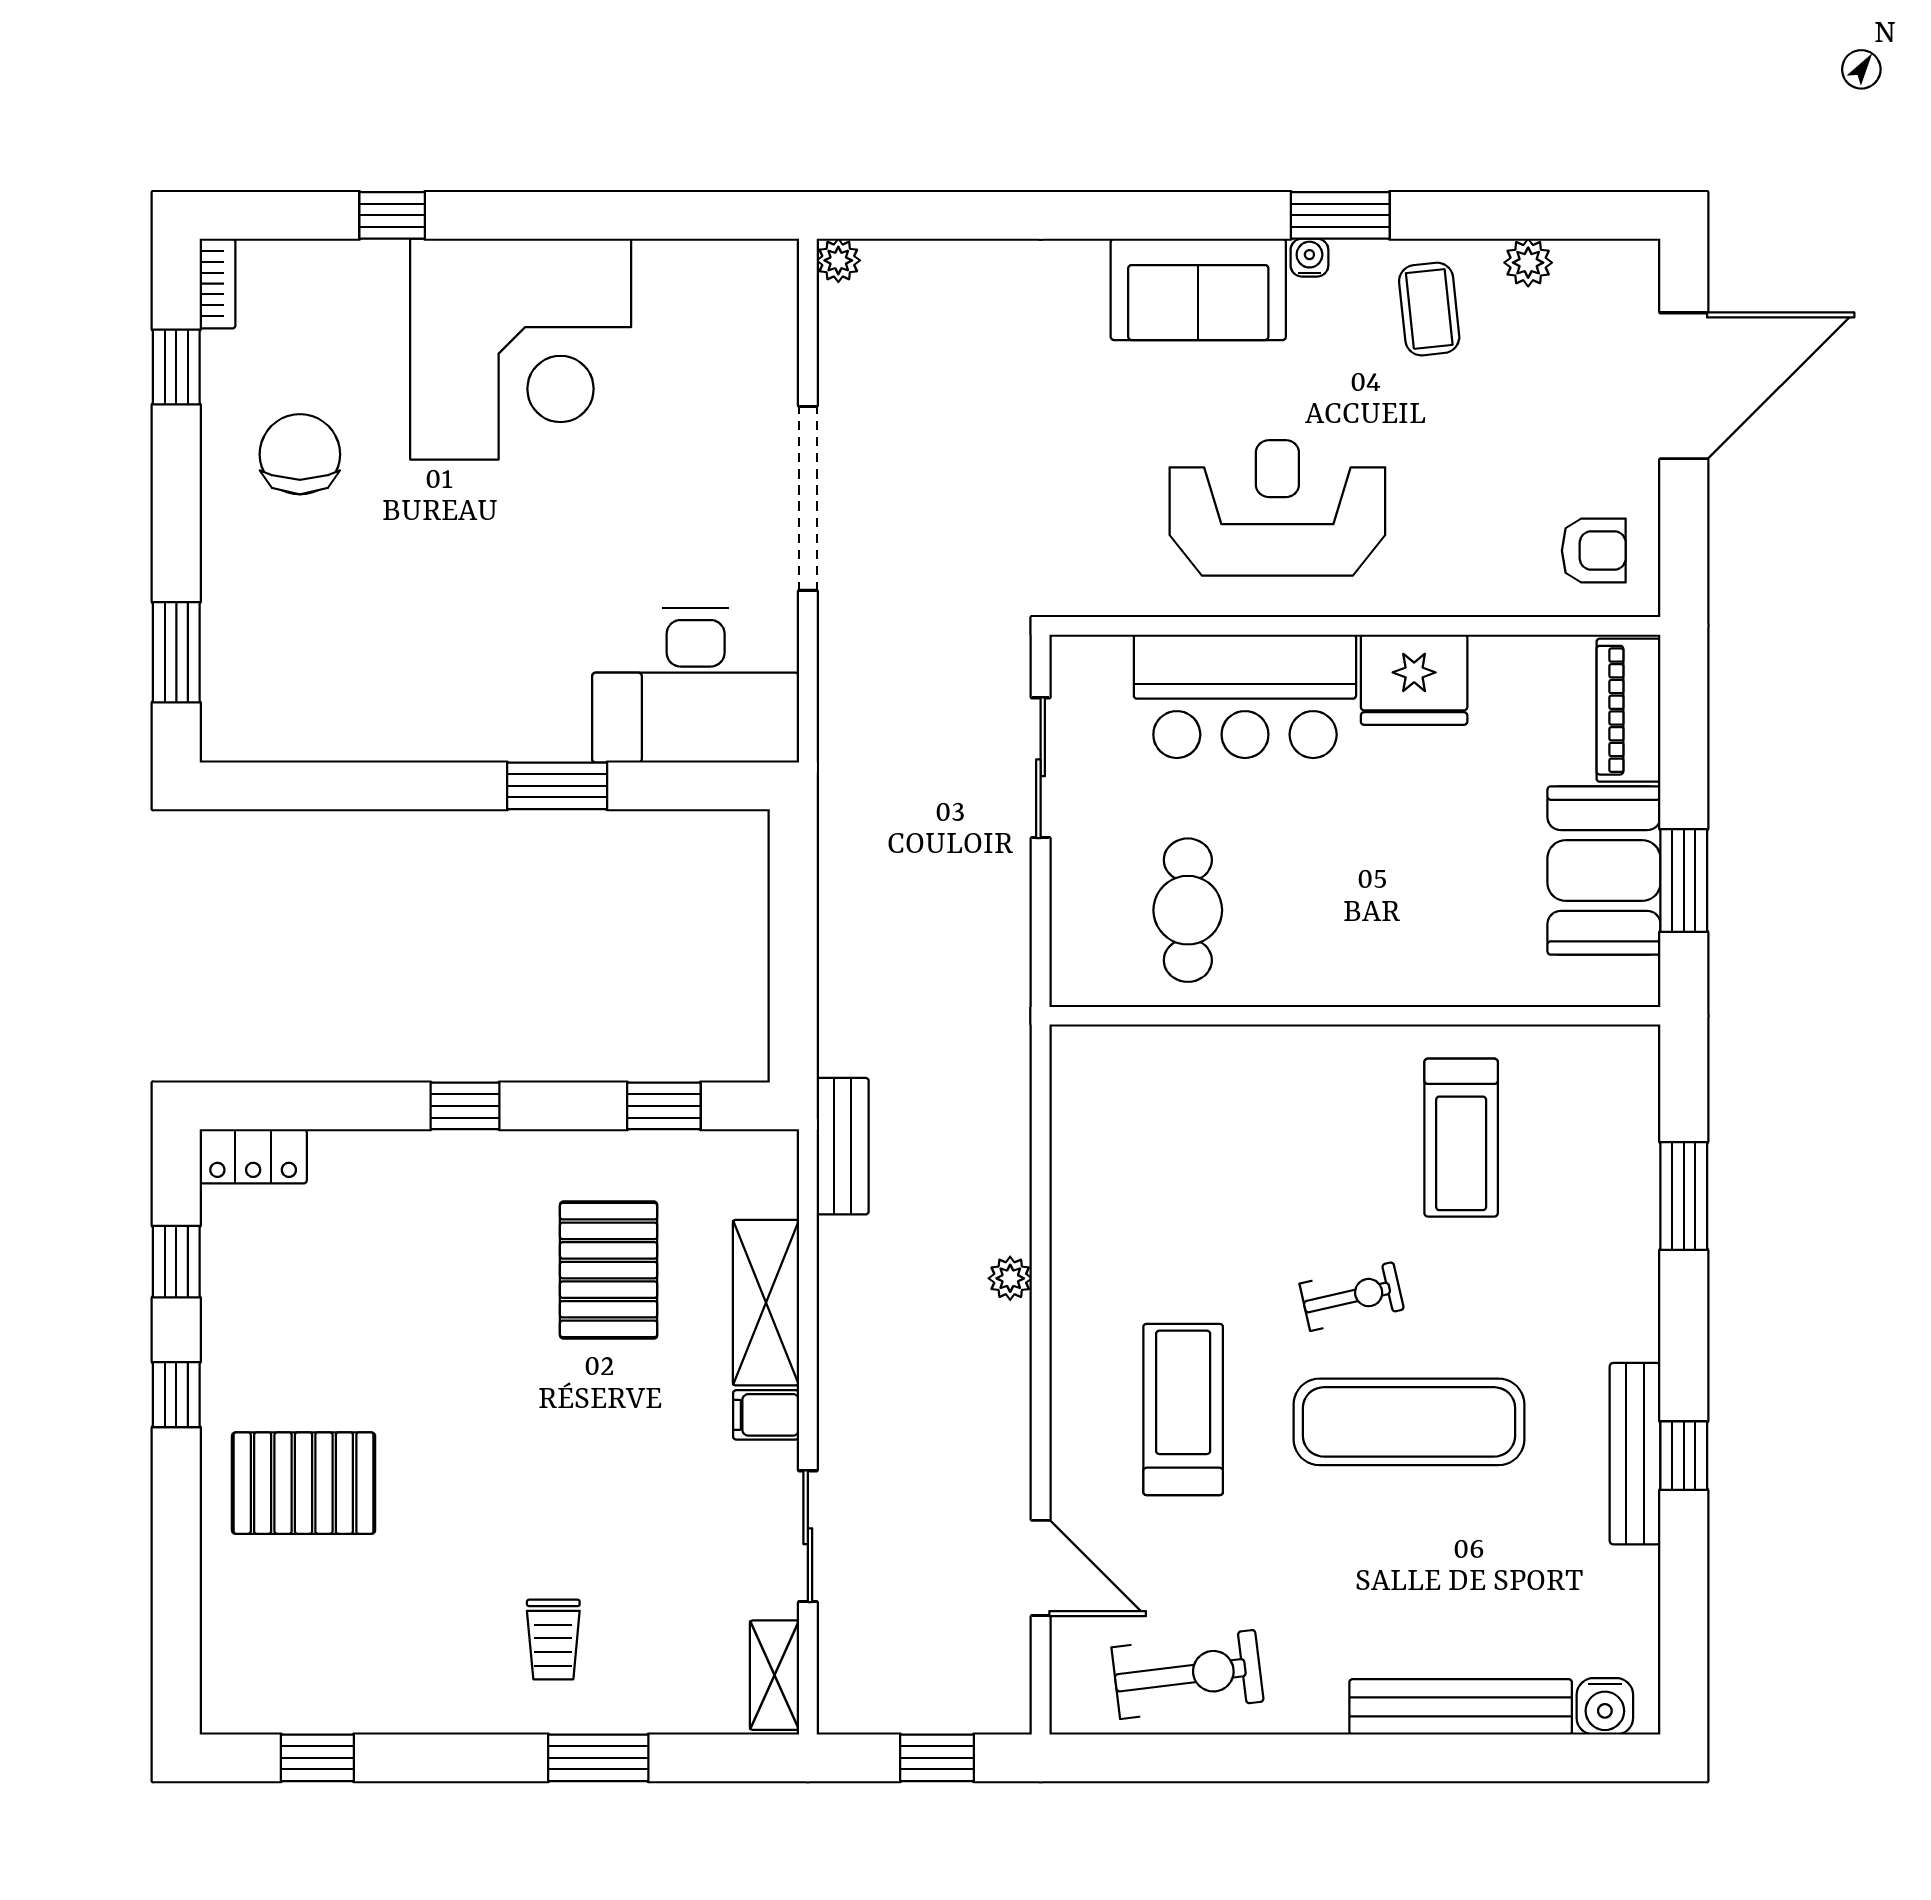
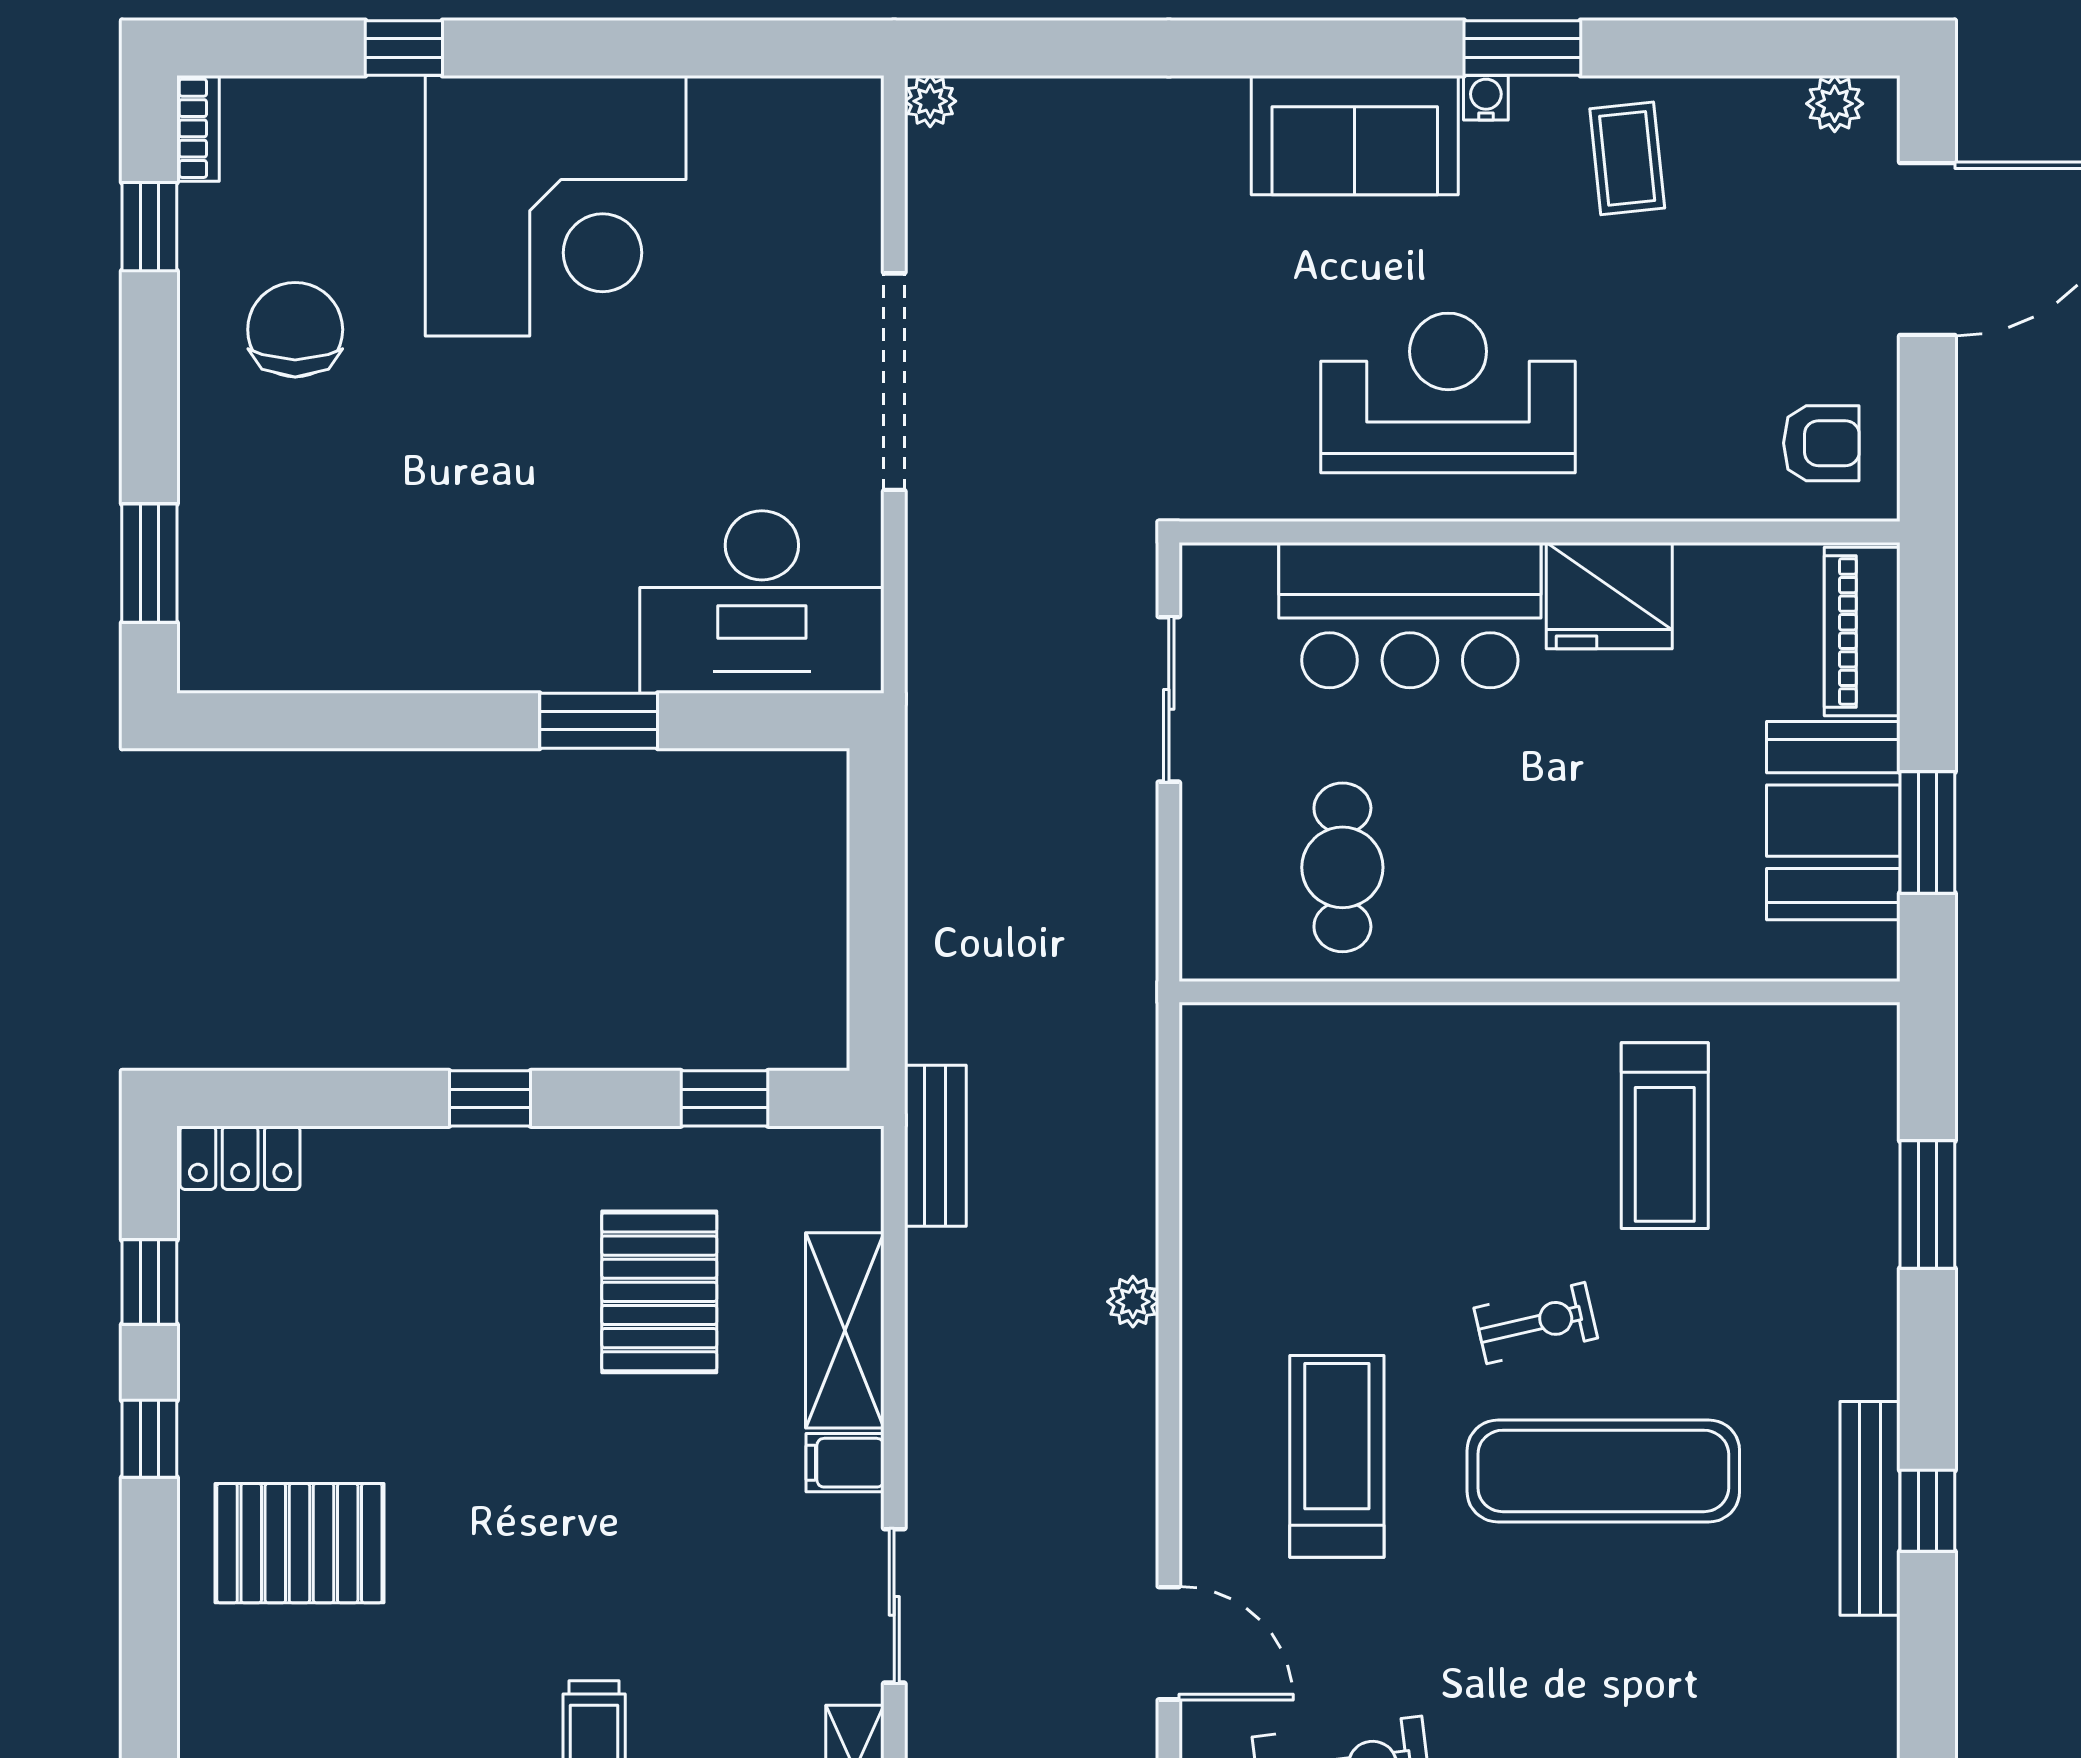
plant: (1528, 263) -> (1835, 104), moved

